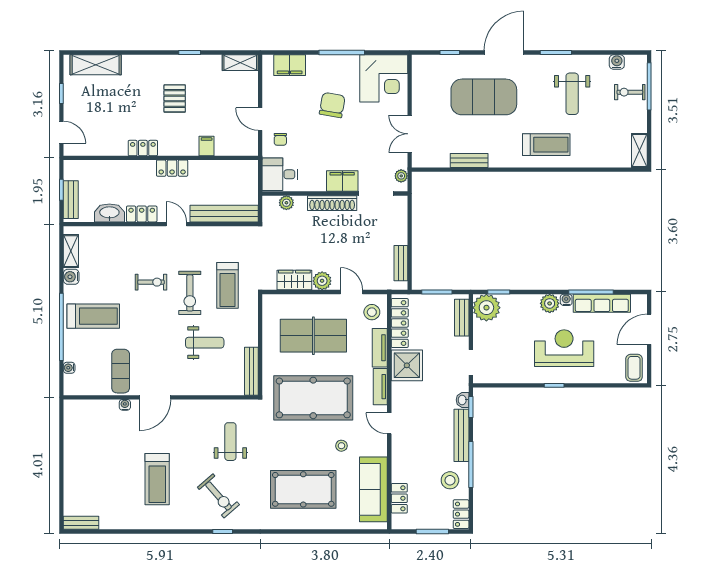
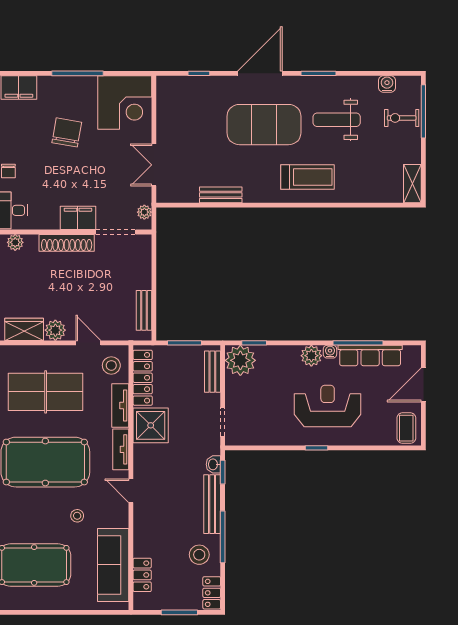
weight bench: (572, 94) -> (337, 120), turned 90
exercise mat: (484, 97) -> (264, 125), moved

